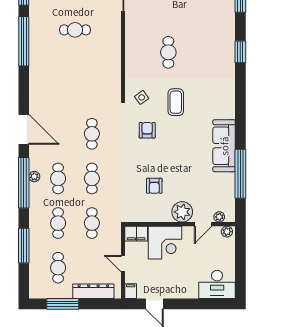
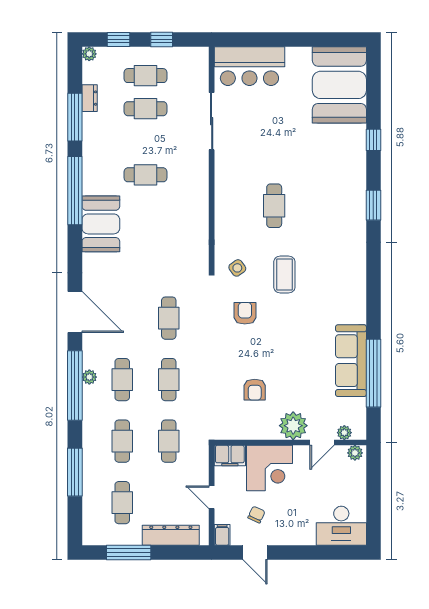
booth: (43, 66) -> (101, 224), added
sofa: (224, 146) -> (351, 361), moved
chair: (155, 276) -> (256, 515), added

